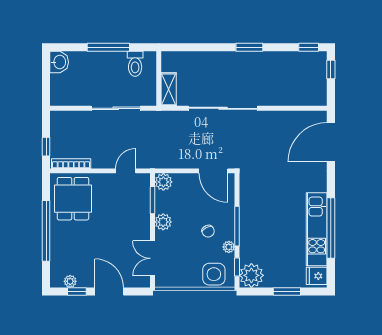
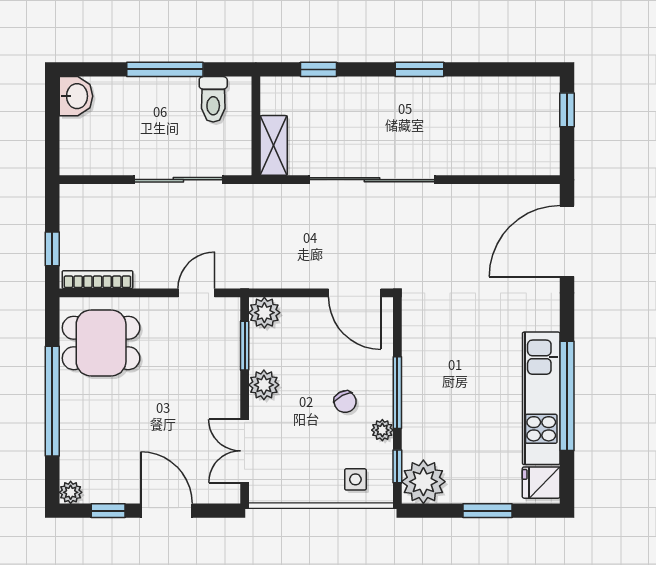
window: (309, 47) -> (319, 69), moved
dining table: (73, 199) -> (101, 343), turned 90
side table: (214, 274) -> (355, 479), width x0.54, depth x0.54
plant: (70, 281) -> (71, 492), moved

